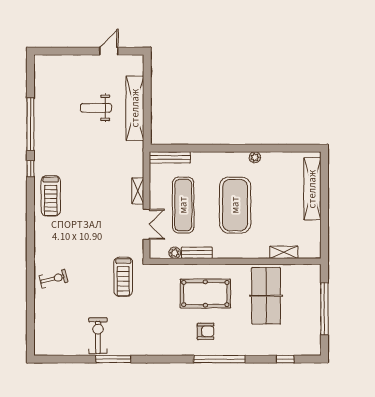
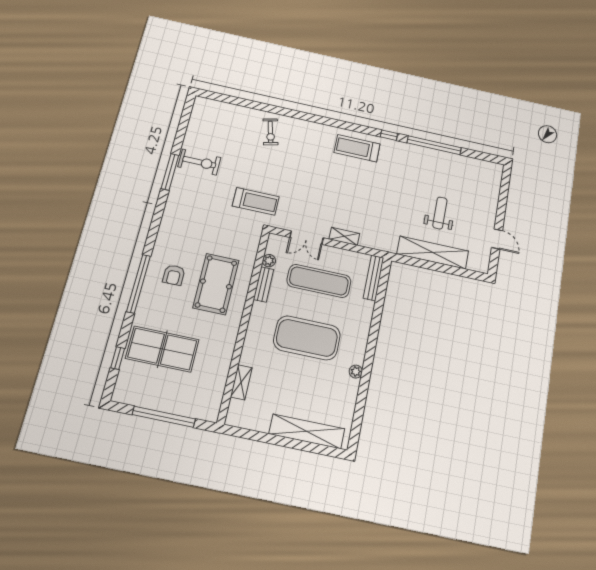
treadmill: (123, 277) -> (256, 201), turned 180
table tennis table: (266, 296) -> (162, 349), moved

